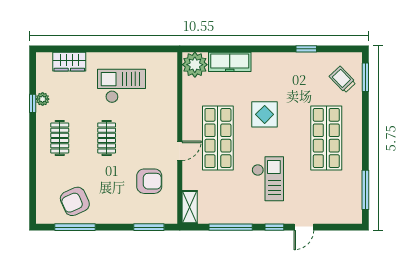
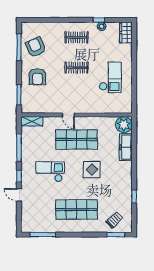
wardrobe: (69, 62) -> (126, 33), moved
checkout: (268, 179) -> (50, 172), turned 180
armchair: (149, 181) -> (37, 77), moved

